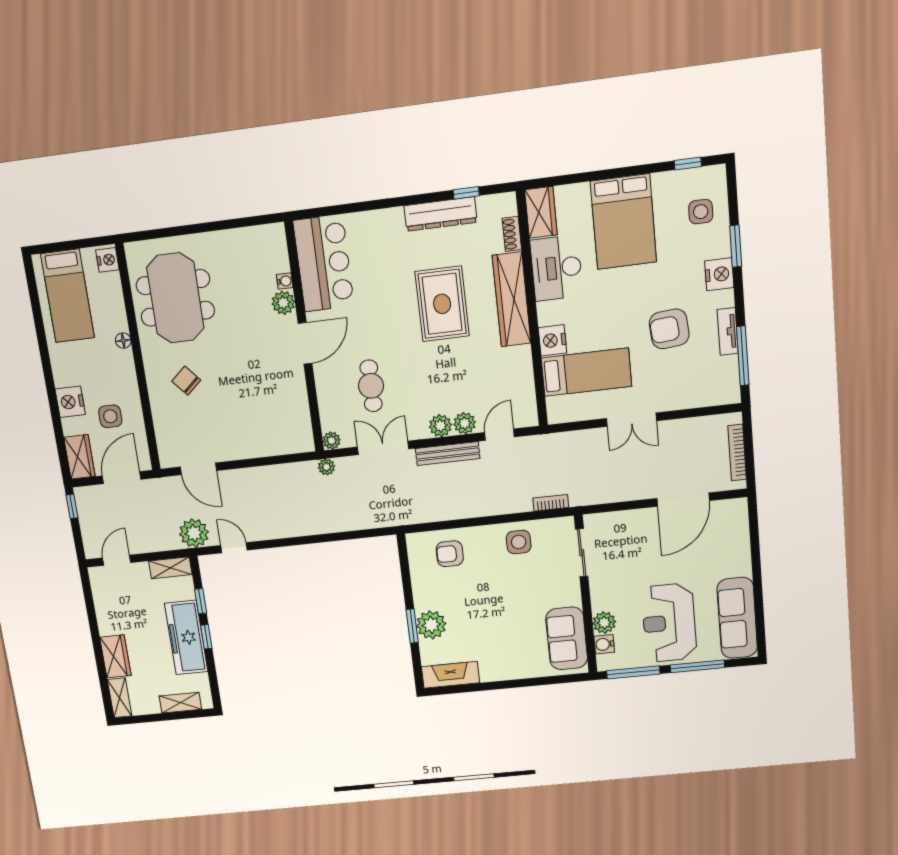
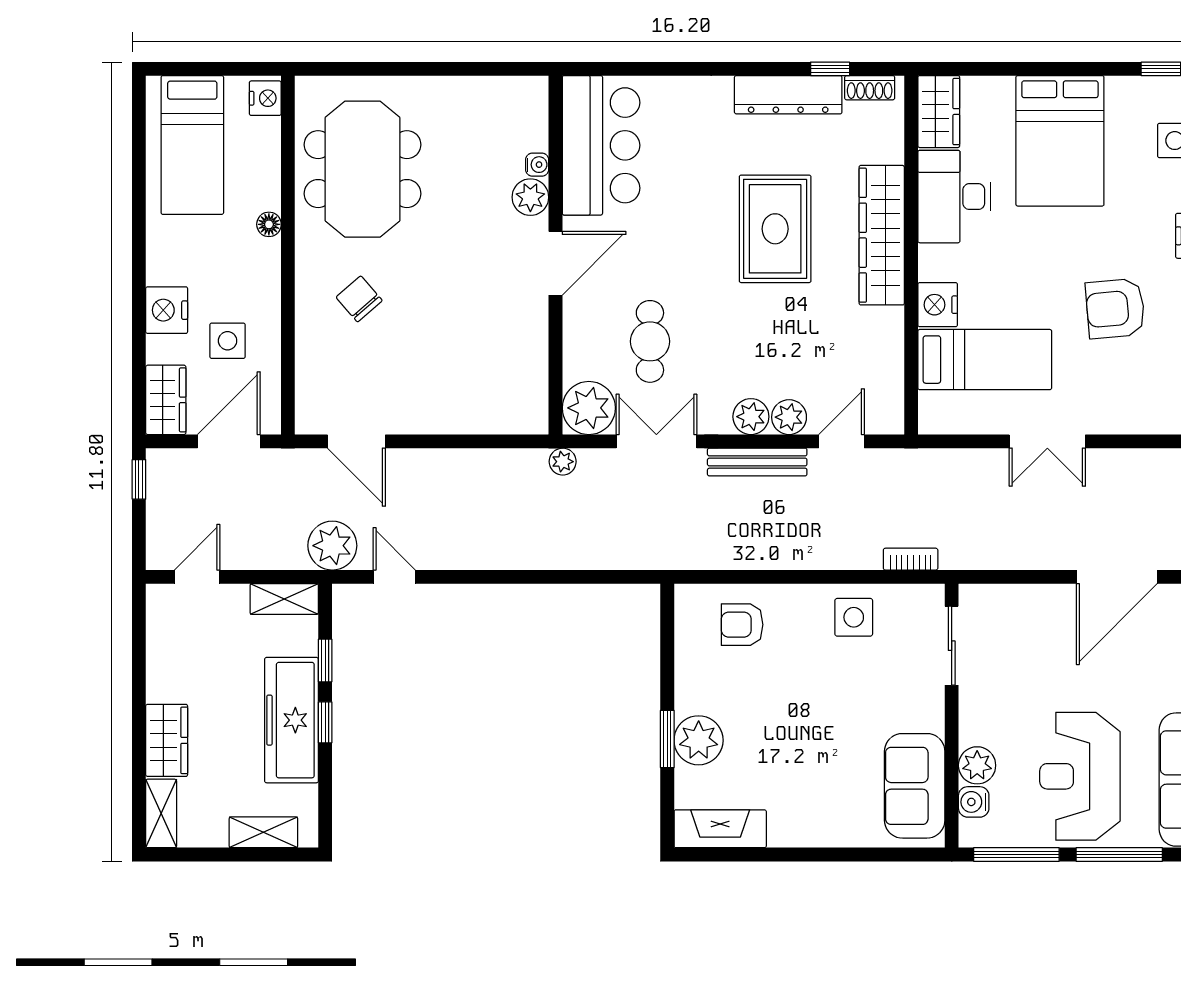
shoe rack: (512, 234) -> (870, 88), moved, turned -90
plant: (332, 441) -> (589, 408), width x1.88, depth x1.88

